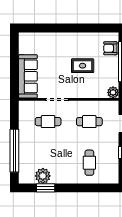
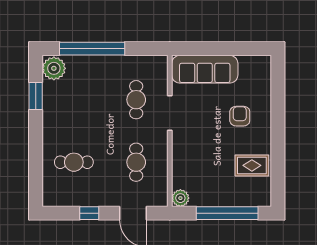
armchair: (110, 48) -> (240, 116), moved
rug: (83, 66) -> (252, 165), moved, turned 90
plant: (43, 176) -> (54, 68), moved

